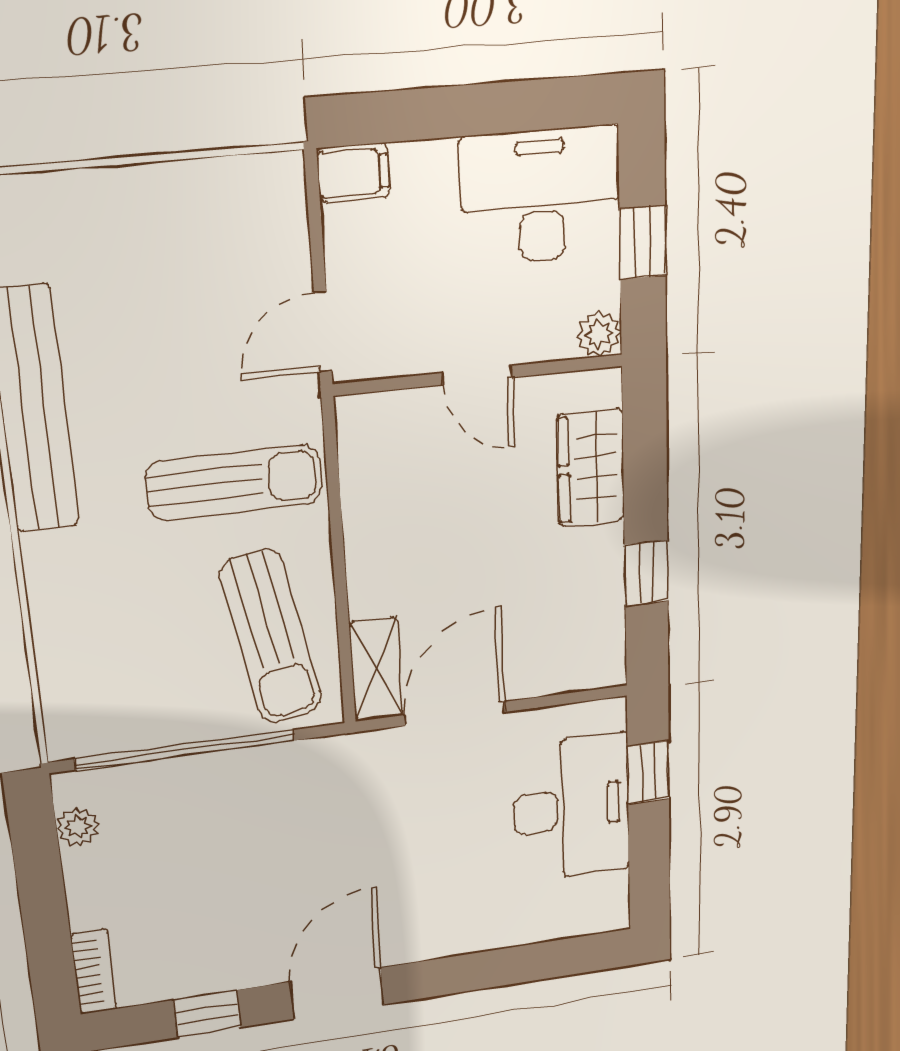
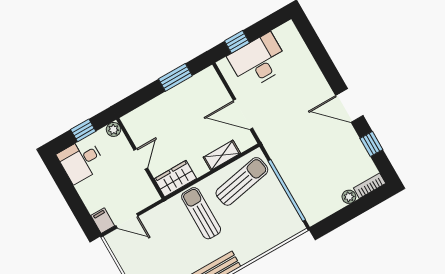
desk: (541, 196) -> (81, 160), width x0.73
door: (323, 332) -> (127, 221), moved
wardrobe: (591, 467) -> (175, 179), moved, turned 180
window: (646, 573) -> (175, 77), width x1.50
shelving: (376, 669) -> (222, 155), moved
plant: (78, 827) -> (349, 197), moved

